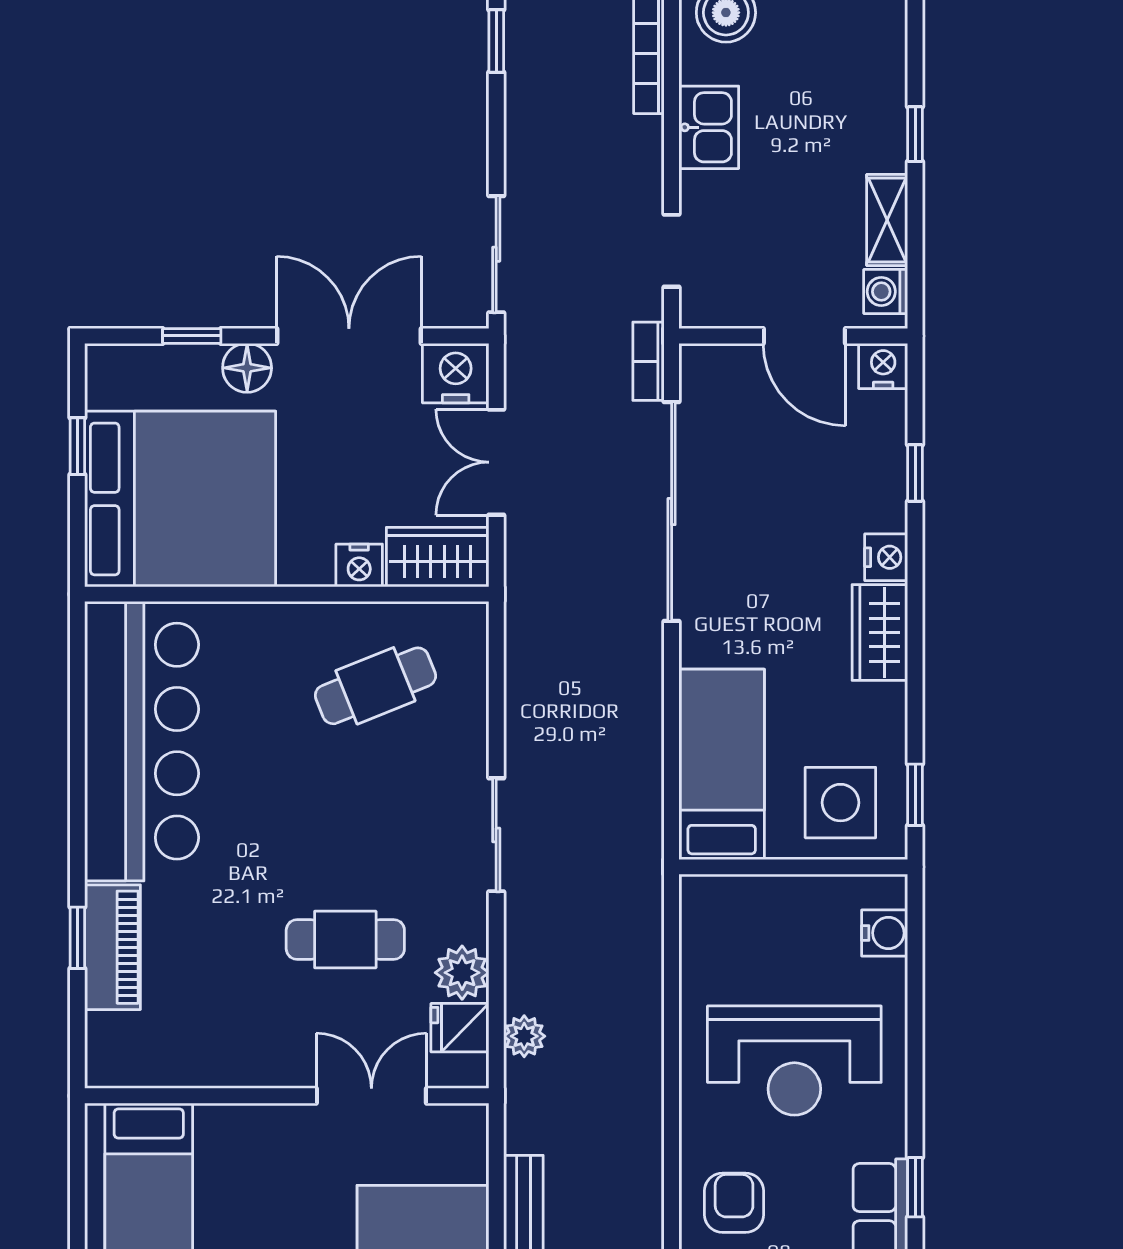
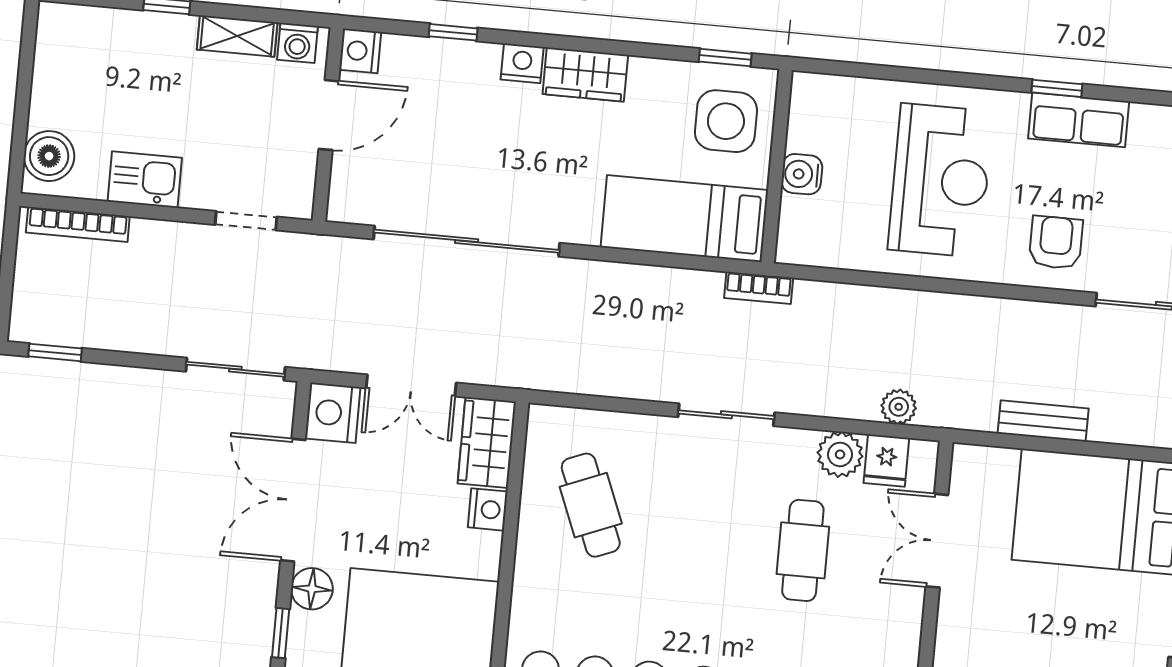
bookcase: (649, 361) -> (759, 288), moved
water cooler: (885, 933) -> (802, 174), moved, turned -90
armchair: (734, 1203) -> (1056, 243), turned 90

